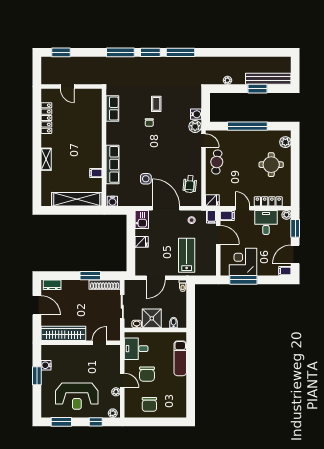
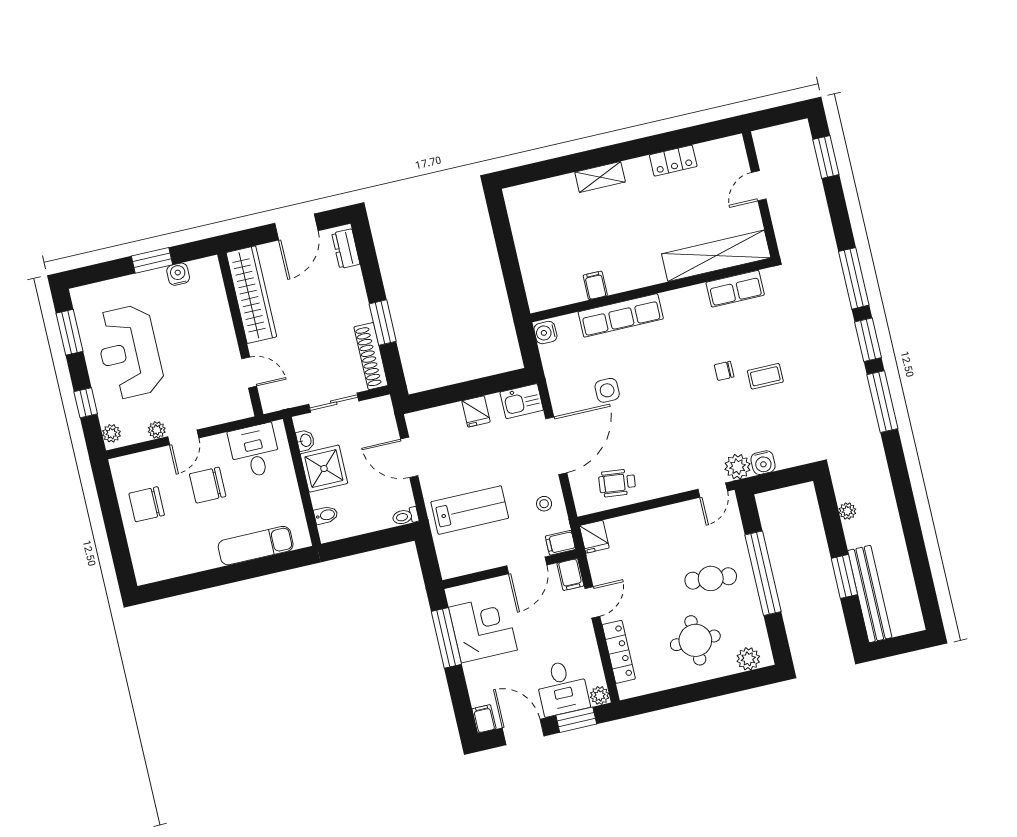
locker: (46, 118) -> (673, 161), width x0.66
cafe table: (217, 162) -> (711, 578), moved
shelving: (77, 199) -> (716, 256), moved, turned 90
desk: (266, 222) -> (562, 688), moved, turned 90

